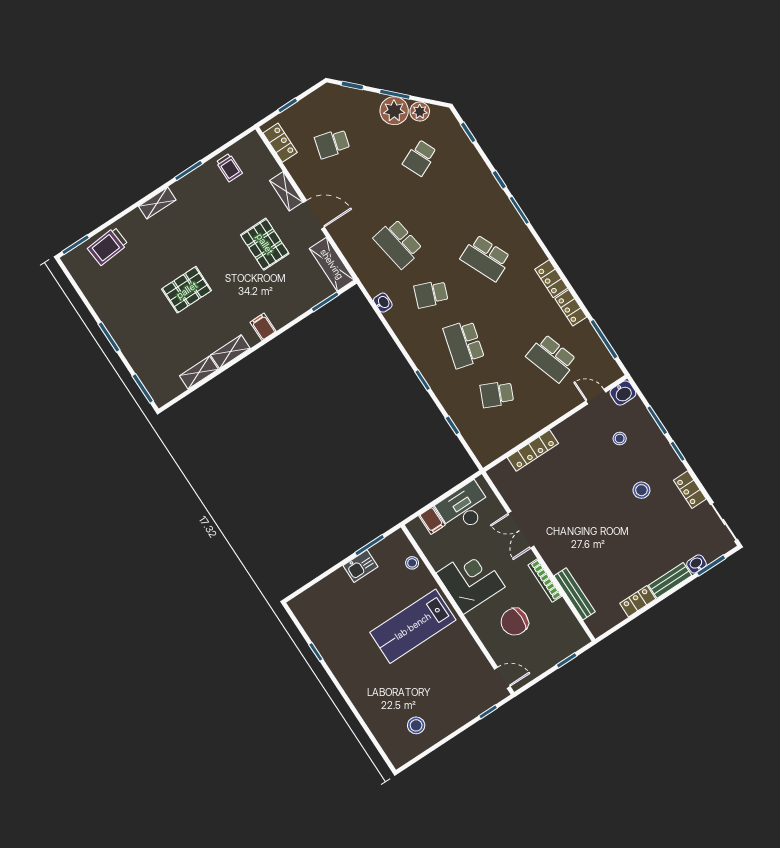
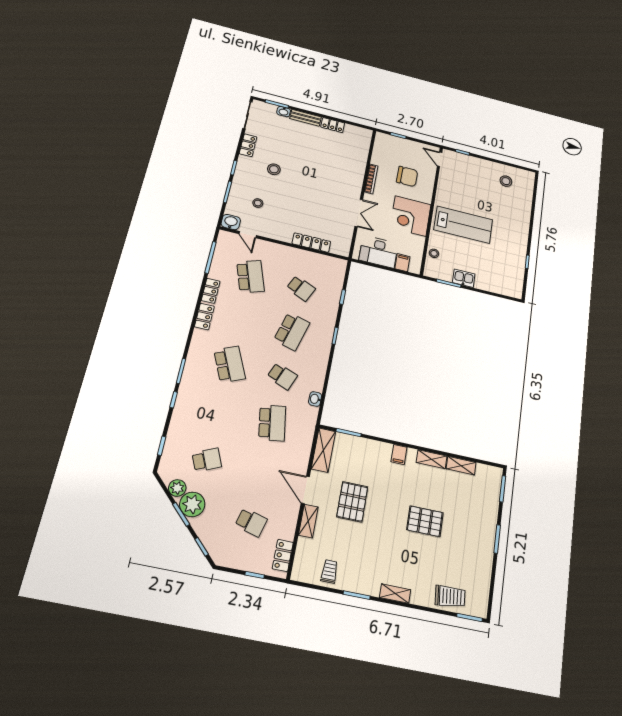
bench: (575, 594) -> (362, 159), removed

